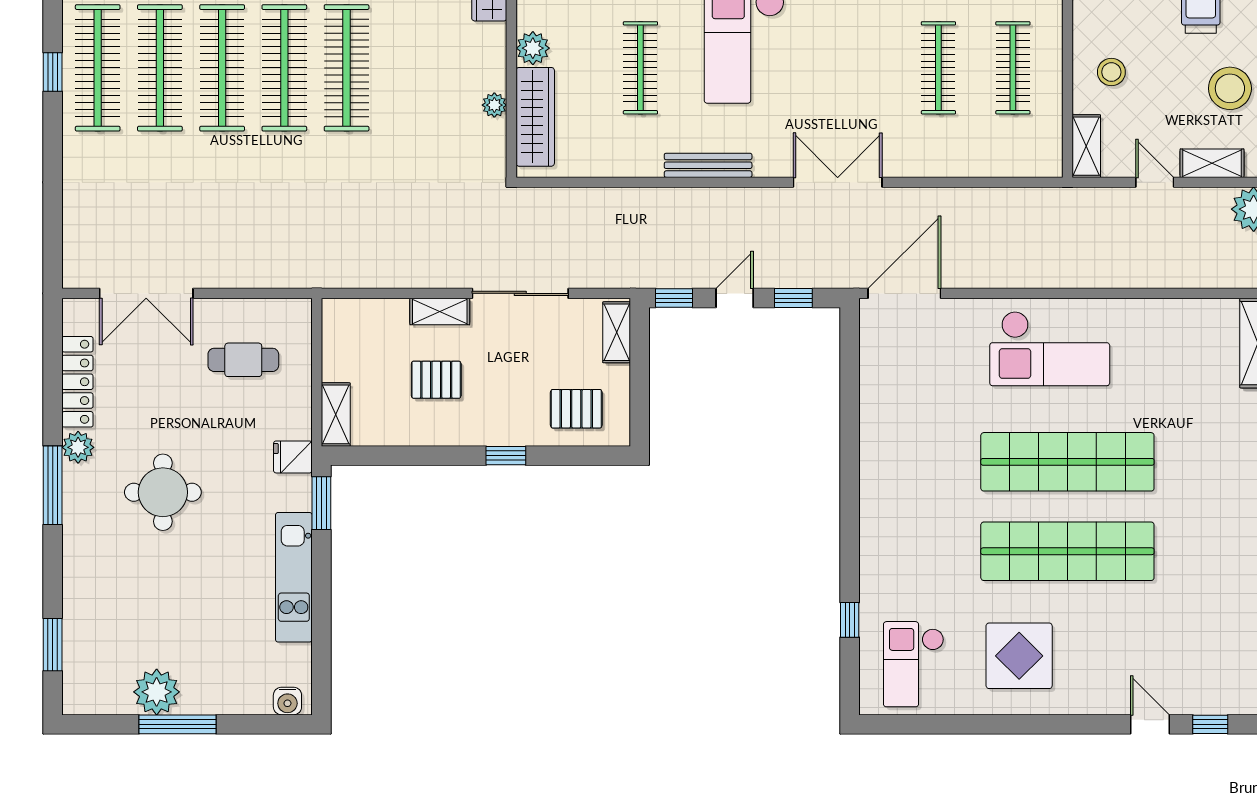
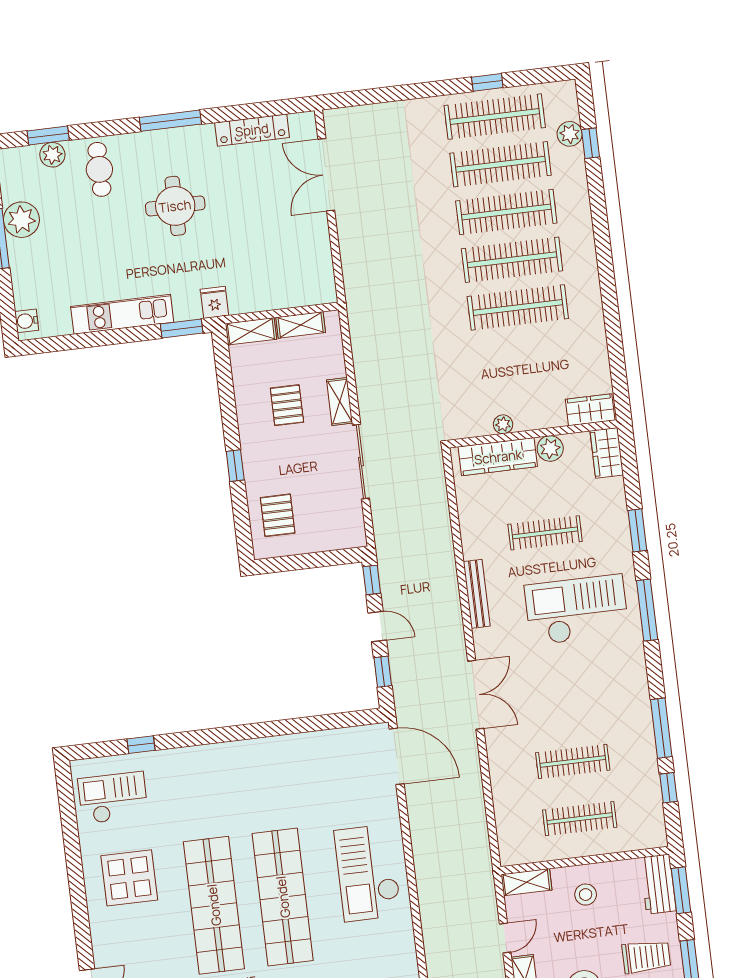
shelving: (617, 332) -> (301, 325), moved
cafe table: (243, 360) -> (99, 169), moved
plant: (78, 447) -> (52, 155), moved

